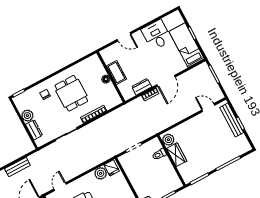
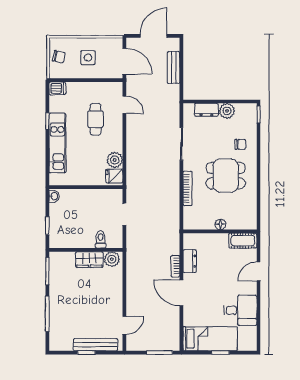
cot: (116, 72) -> (243, 241), moved

